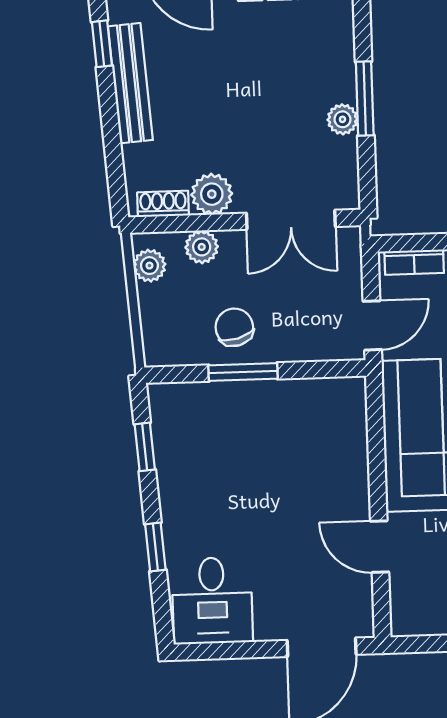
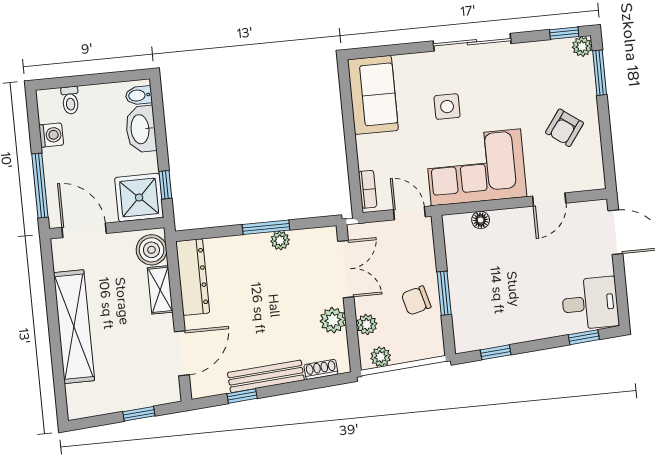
shoe rack: (163, 204) -> (321, 369), moved, turned 86
floor lamp: (354, 437) -> (481, 220), added
window: (155, 547) -> (584, 337), moved

